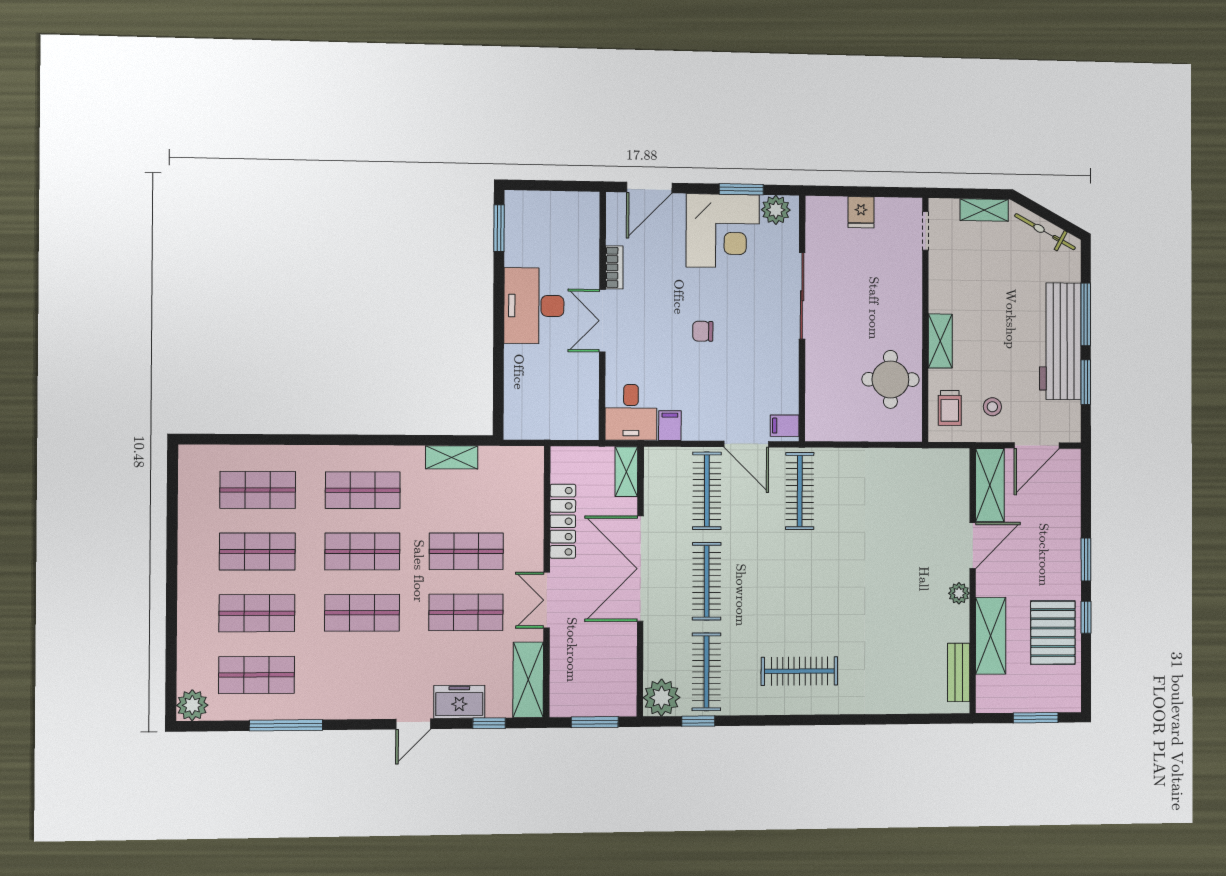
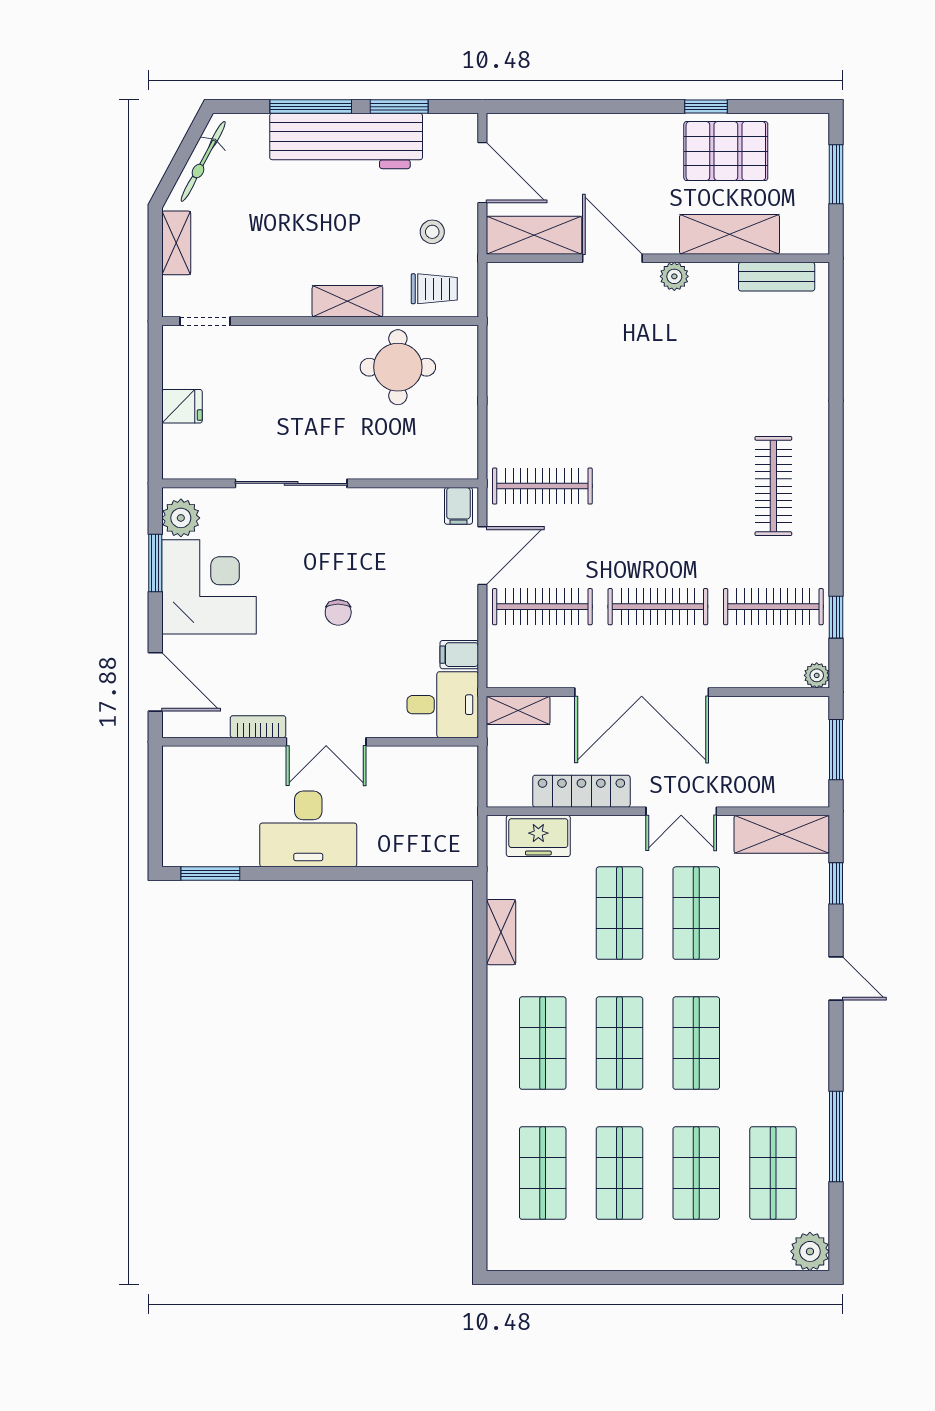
window: (1086, 560) -> (631, 107), removed
plant: (662, 698) -> (817, 675), width x0.53, depth x0.53
freezer: (459, 702) -> (538, 836), moved, turned -90

